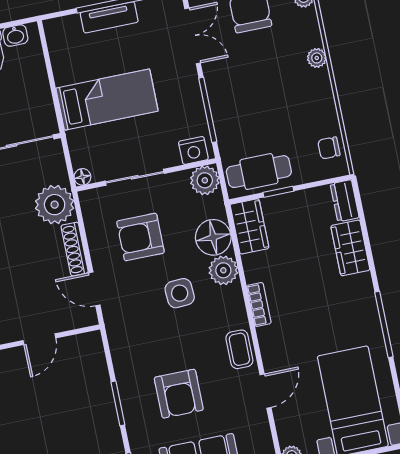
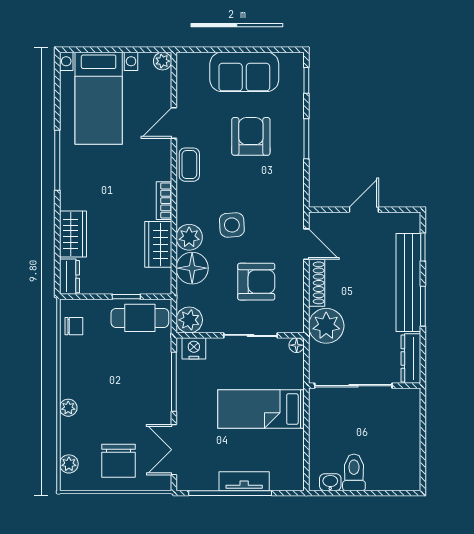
wardrobe: (249, 226) -> (158, 244), moved

